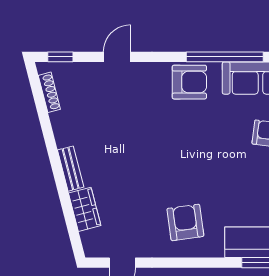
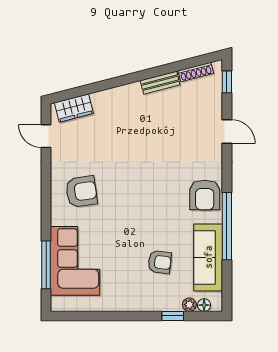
bench: (71, 169) -> (160, 83), moved
wardrobe: (85, 209) -> (74, 108), moved

